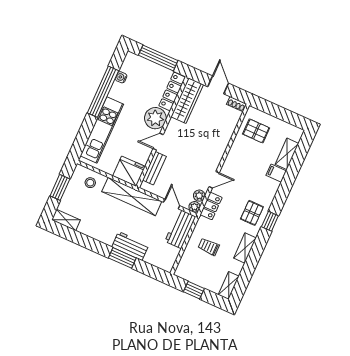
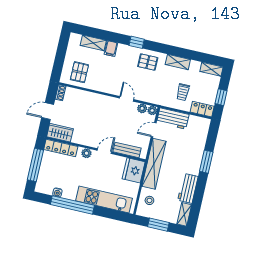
wardrobe: (187, 101) -> (60, 133), width x0.67
plant: (155, 118) -> (86, 153), width x0.53, depth x0.53
door: (158, 142) -> (104, 151), swing flipped
locker: (211, 206) -> (202, 109), moved
window: (270, 221) -> (137, 42), moved
workbench: (130, 246) -> (188, 188), moved

